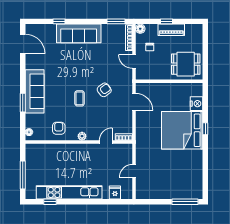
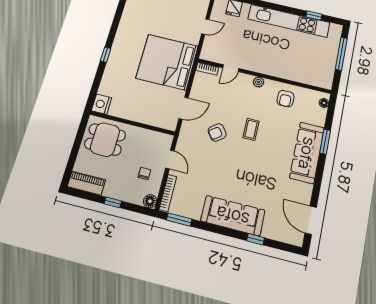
piano: (171, 30) -> (86, 183), moved
door: (134, 102) -> (184, 108), swing flipped
nightstand: (196, 104) -> (101, 104), moved
bed: (182, 130) -> (167, 62), moved, turned 180

